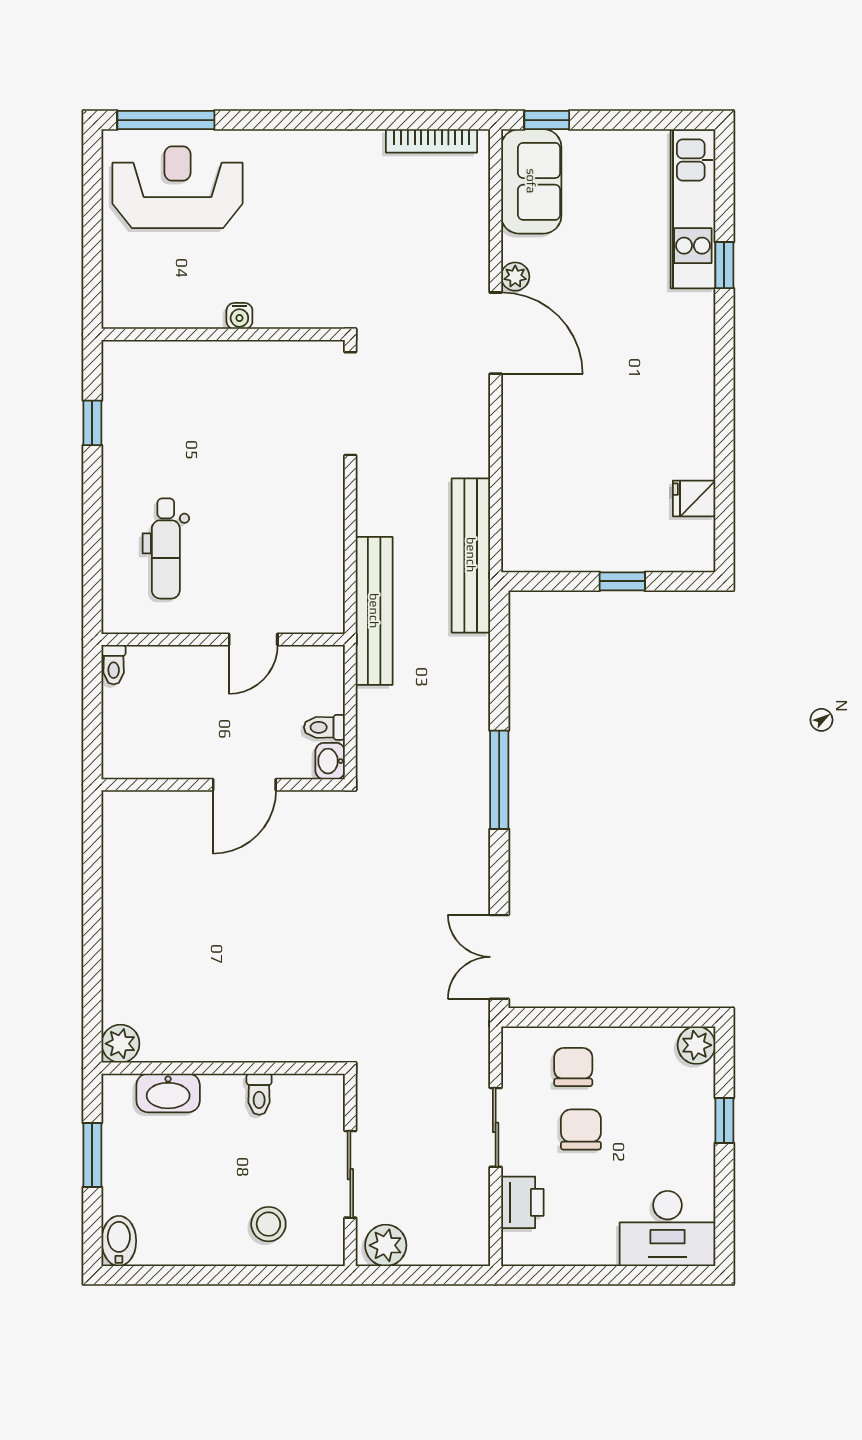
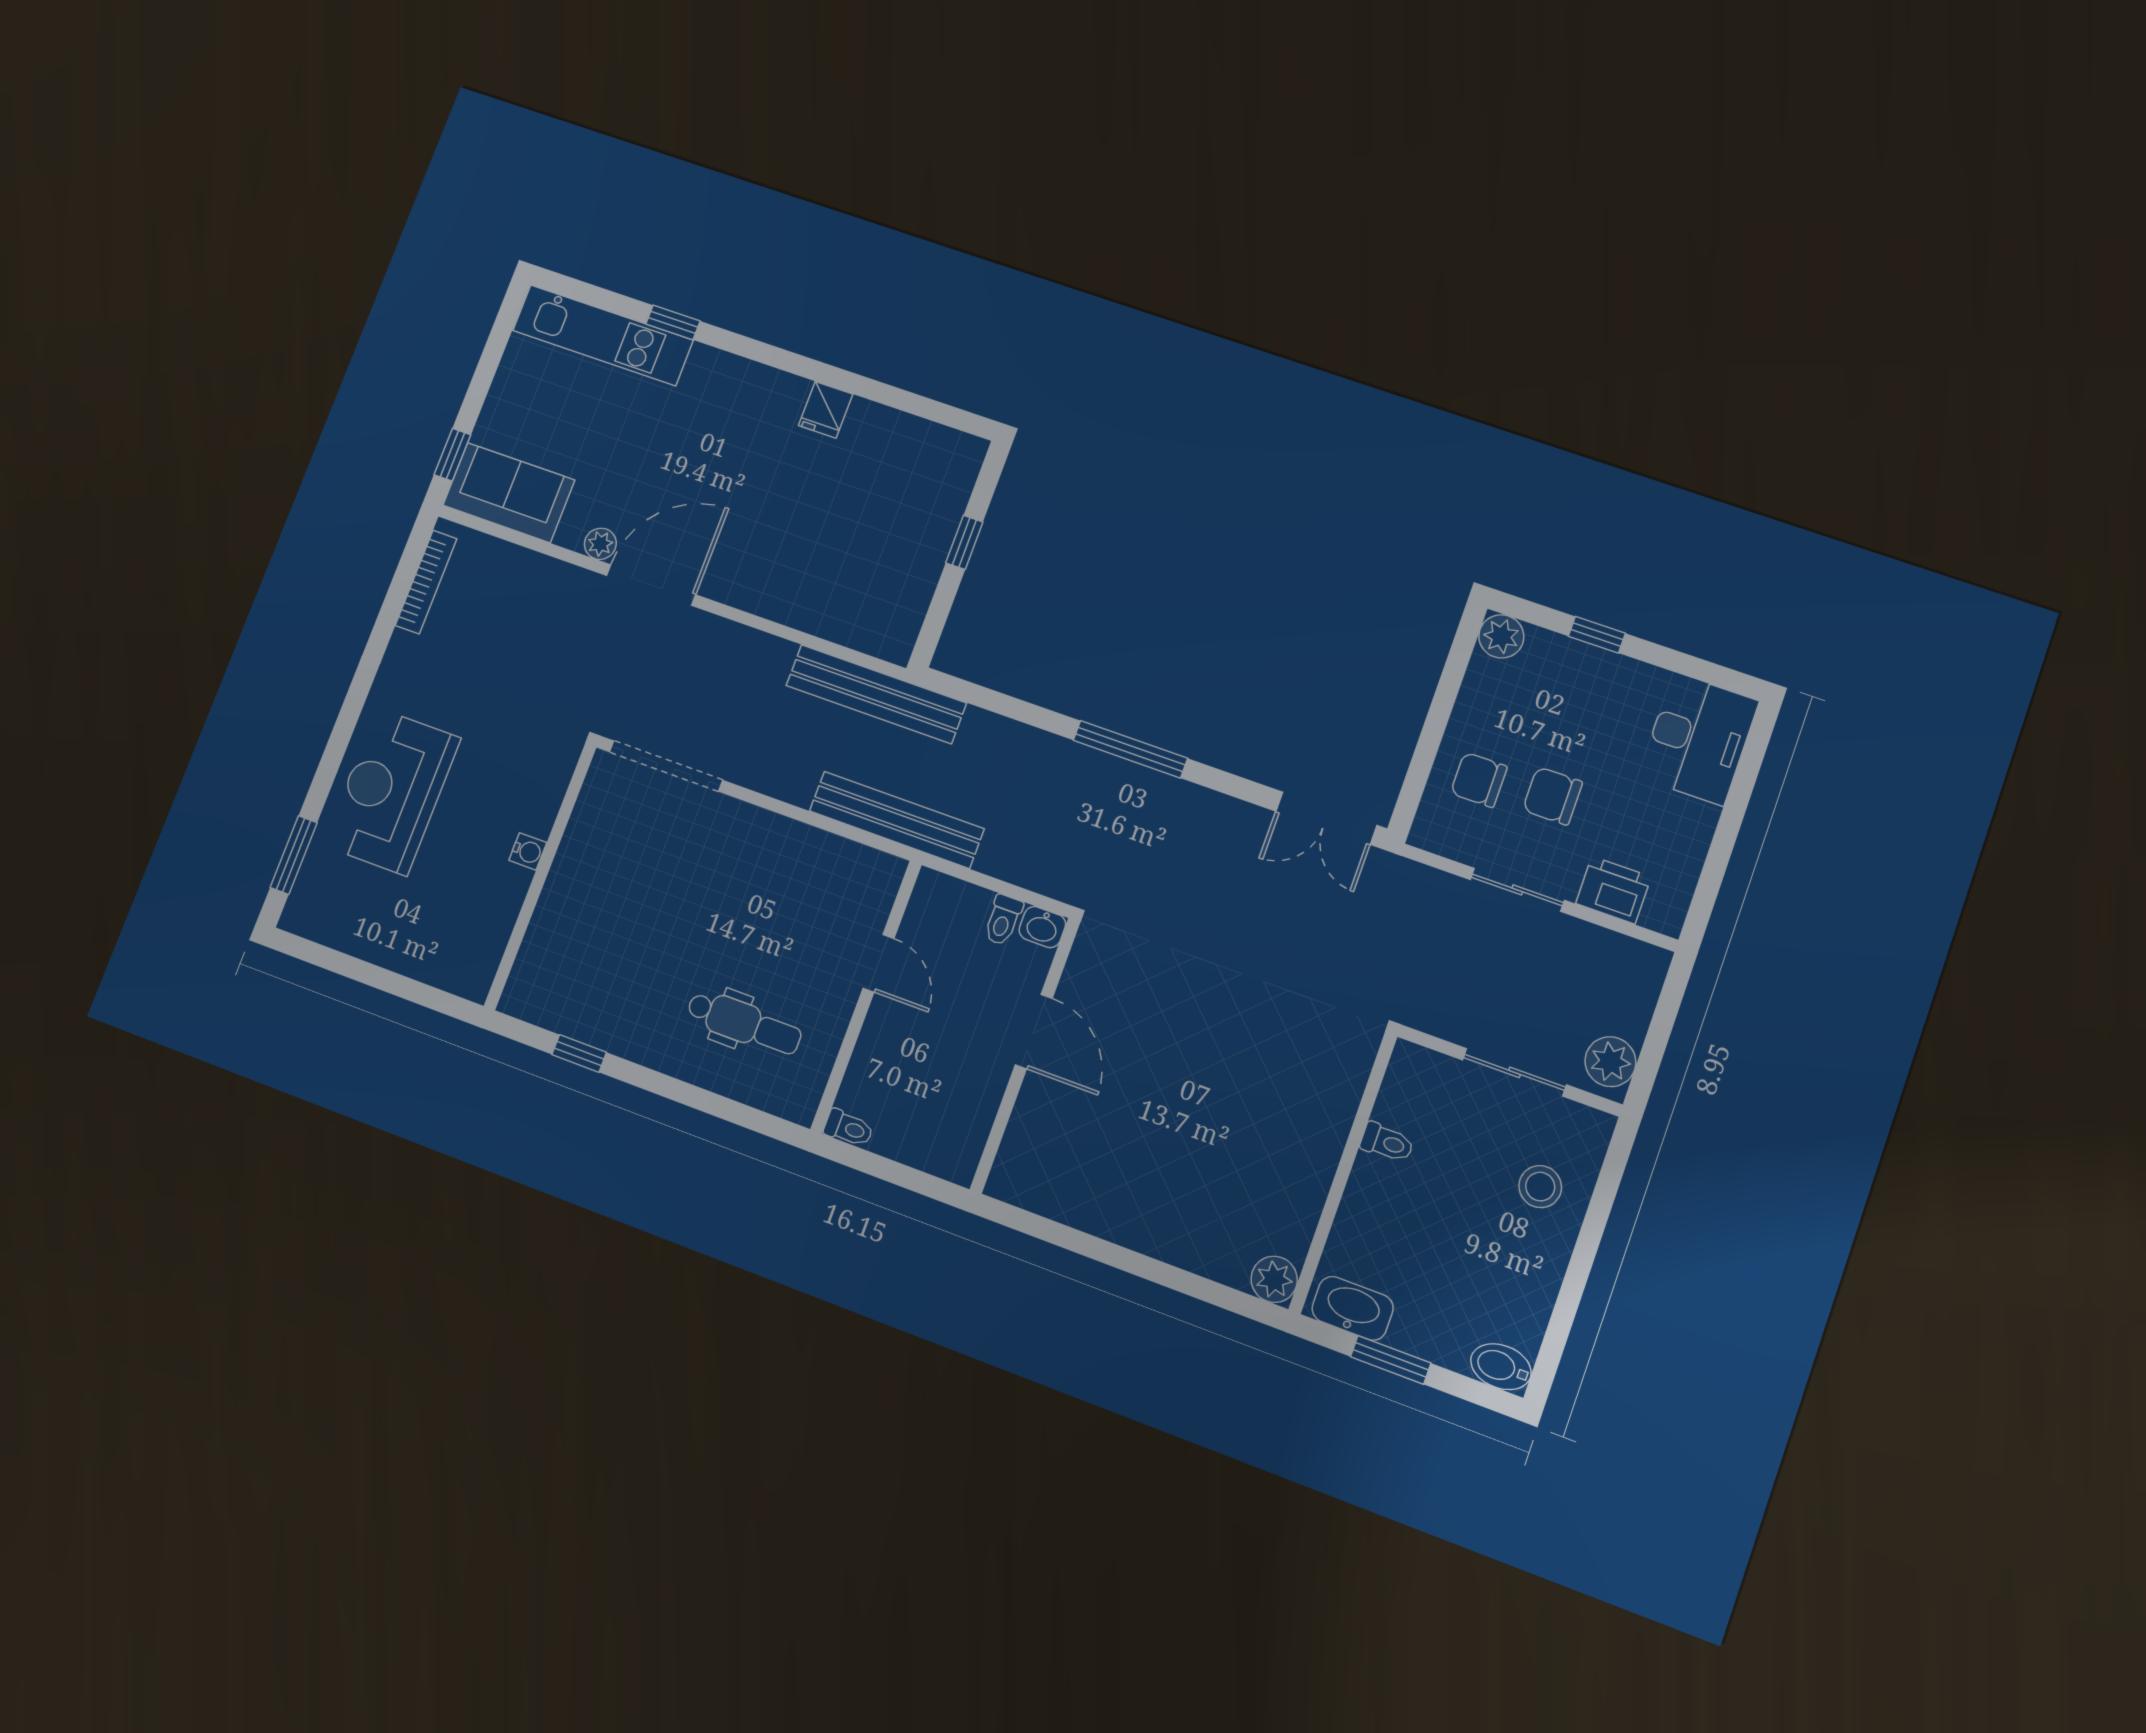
window: (166, 120) -> (294, 855), width x0.69
reception desk: (177, 187) -> (392, 792), moved
fridge: (694, 498) -> (826, 410), moved
washbasin: (168, 1093) -> (1353, 1308), moved, turned -90

